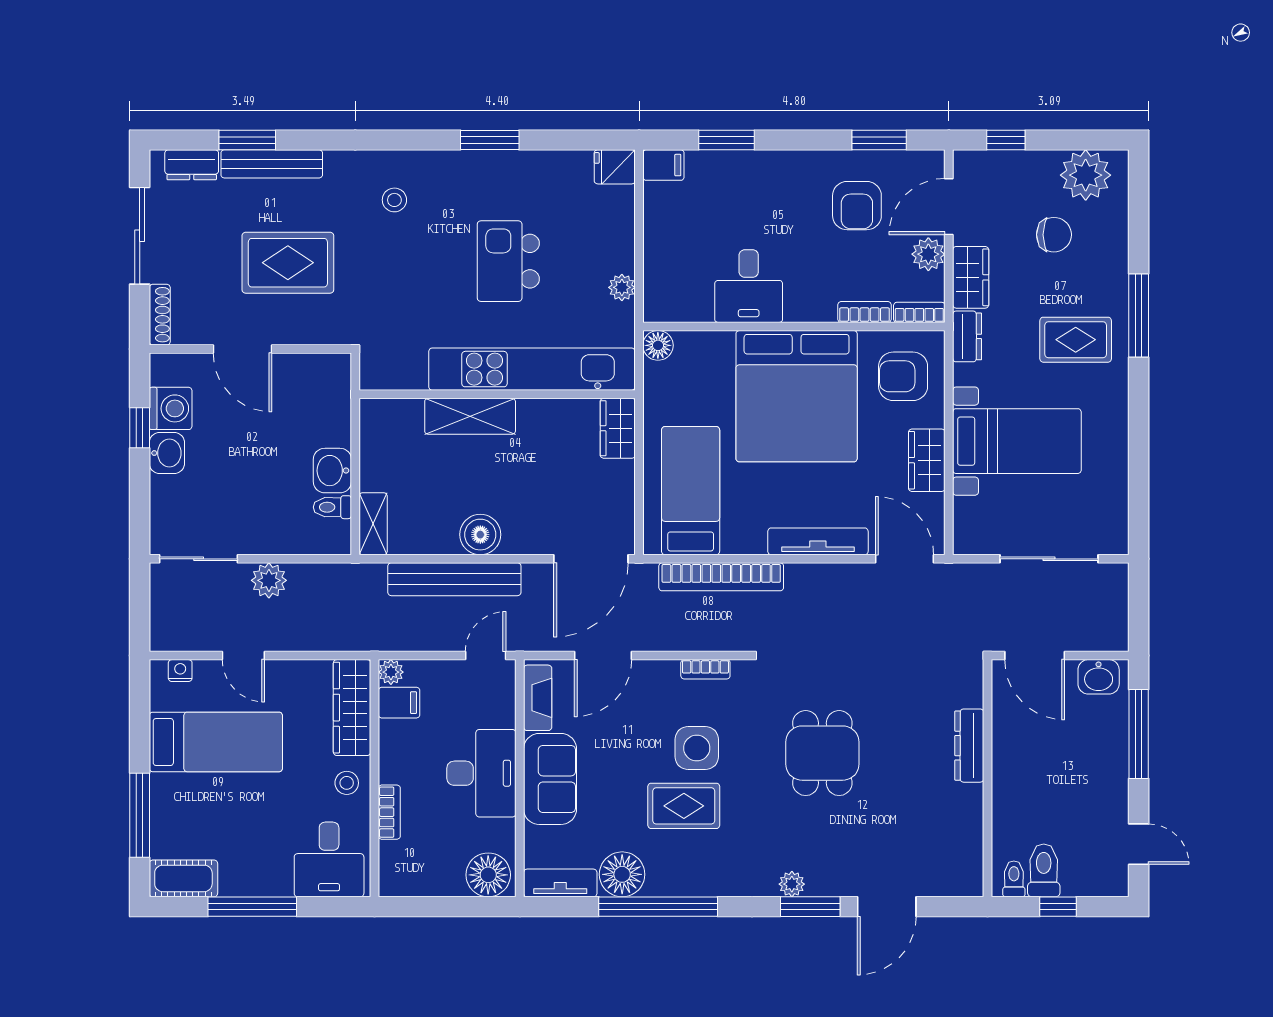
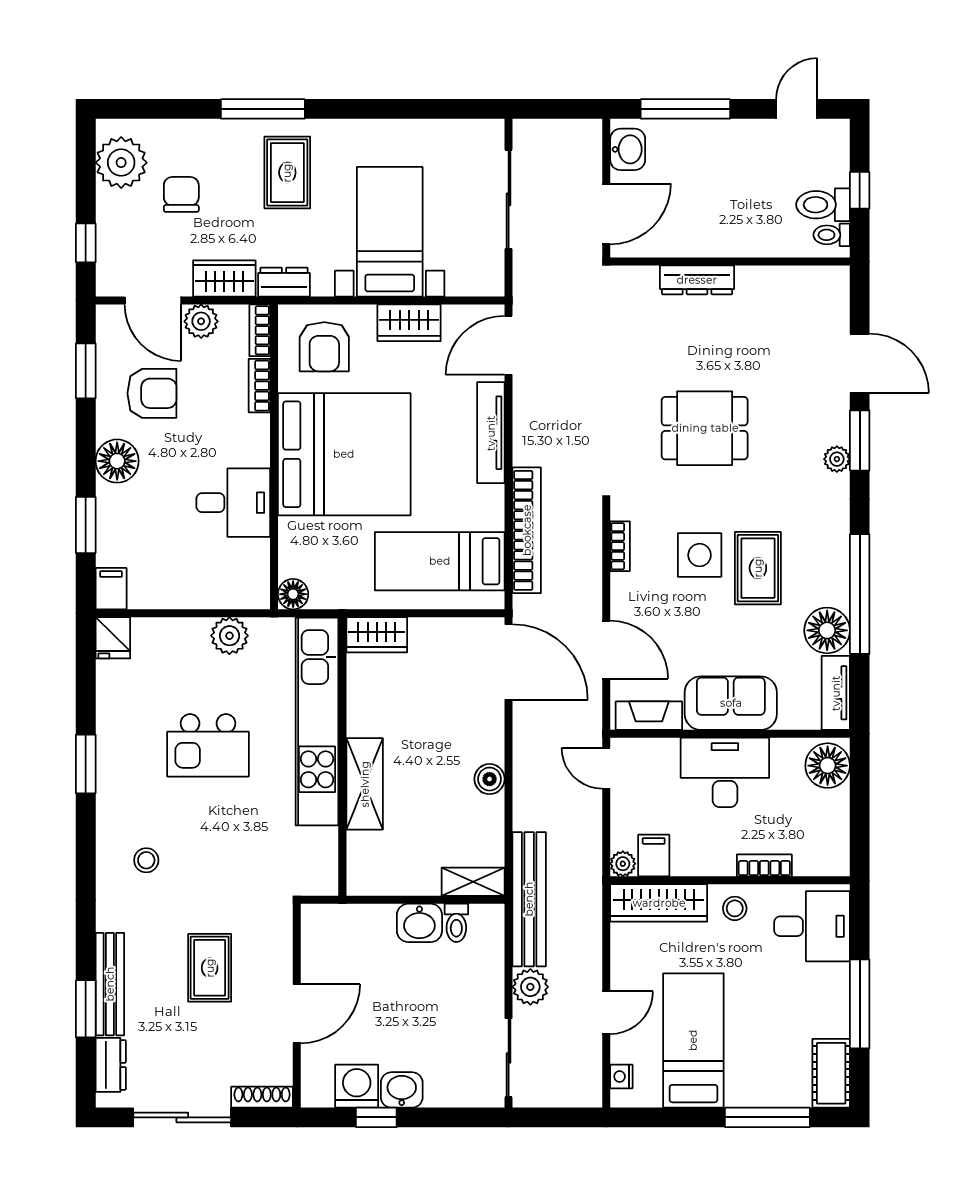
floor lamp: (790, 171) -> (117, 461), added
rug: (288, 263) -> (210, 968), width x0.73, depth x0.70
plant: (622, 287) -> (229, 636), width x1.38, depth x1.38
boiler: (480, 535) -> (490, 779), width x0.73, depth x0.73
bench: (454, 579) -> (529, 899), moved

